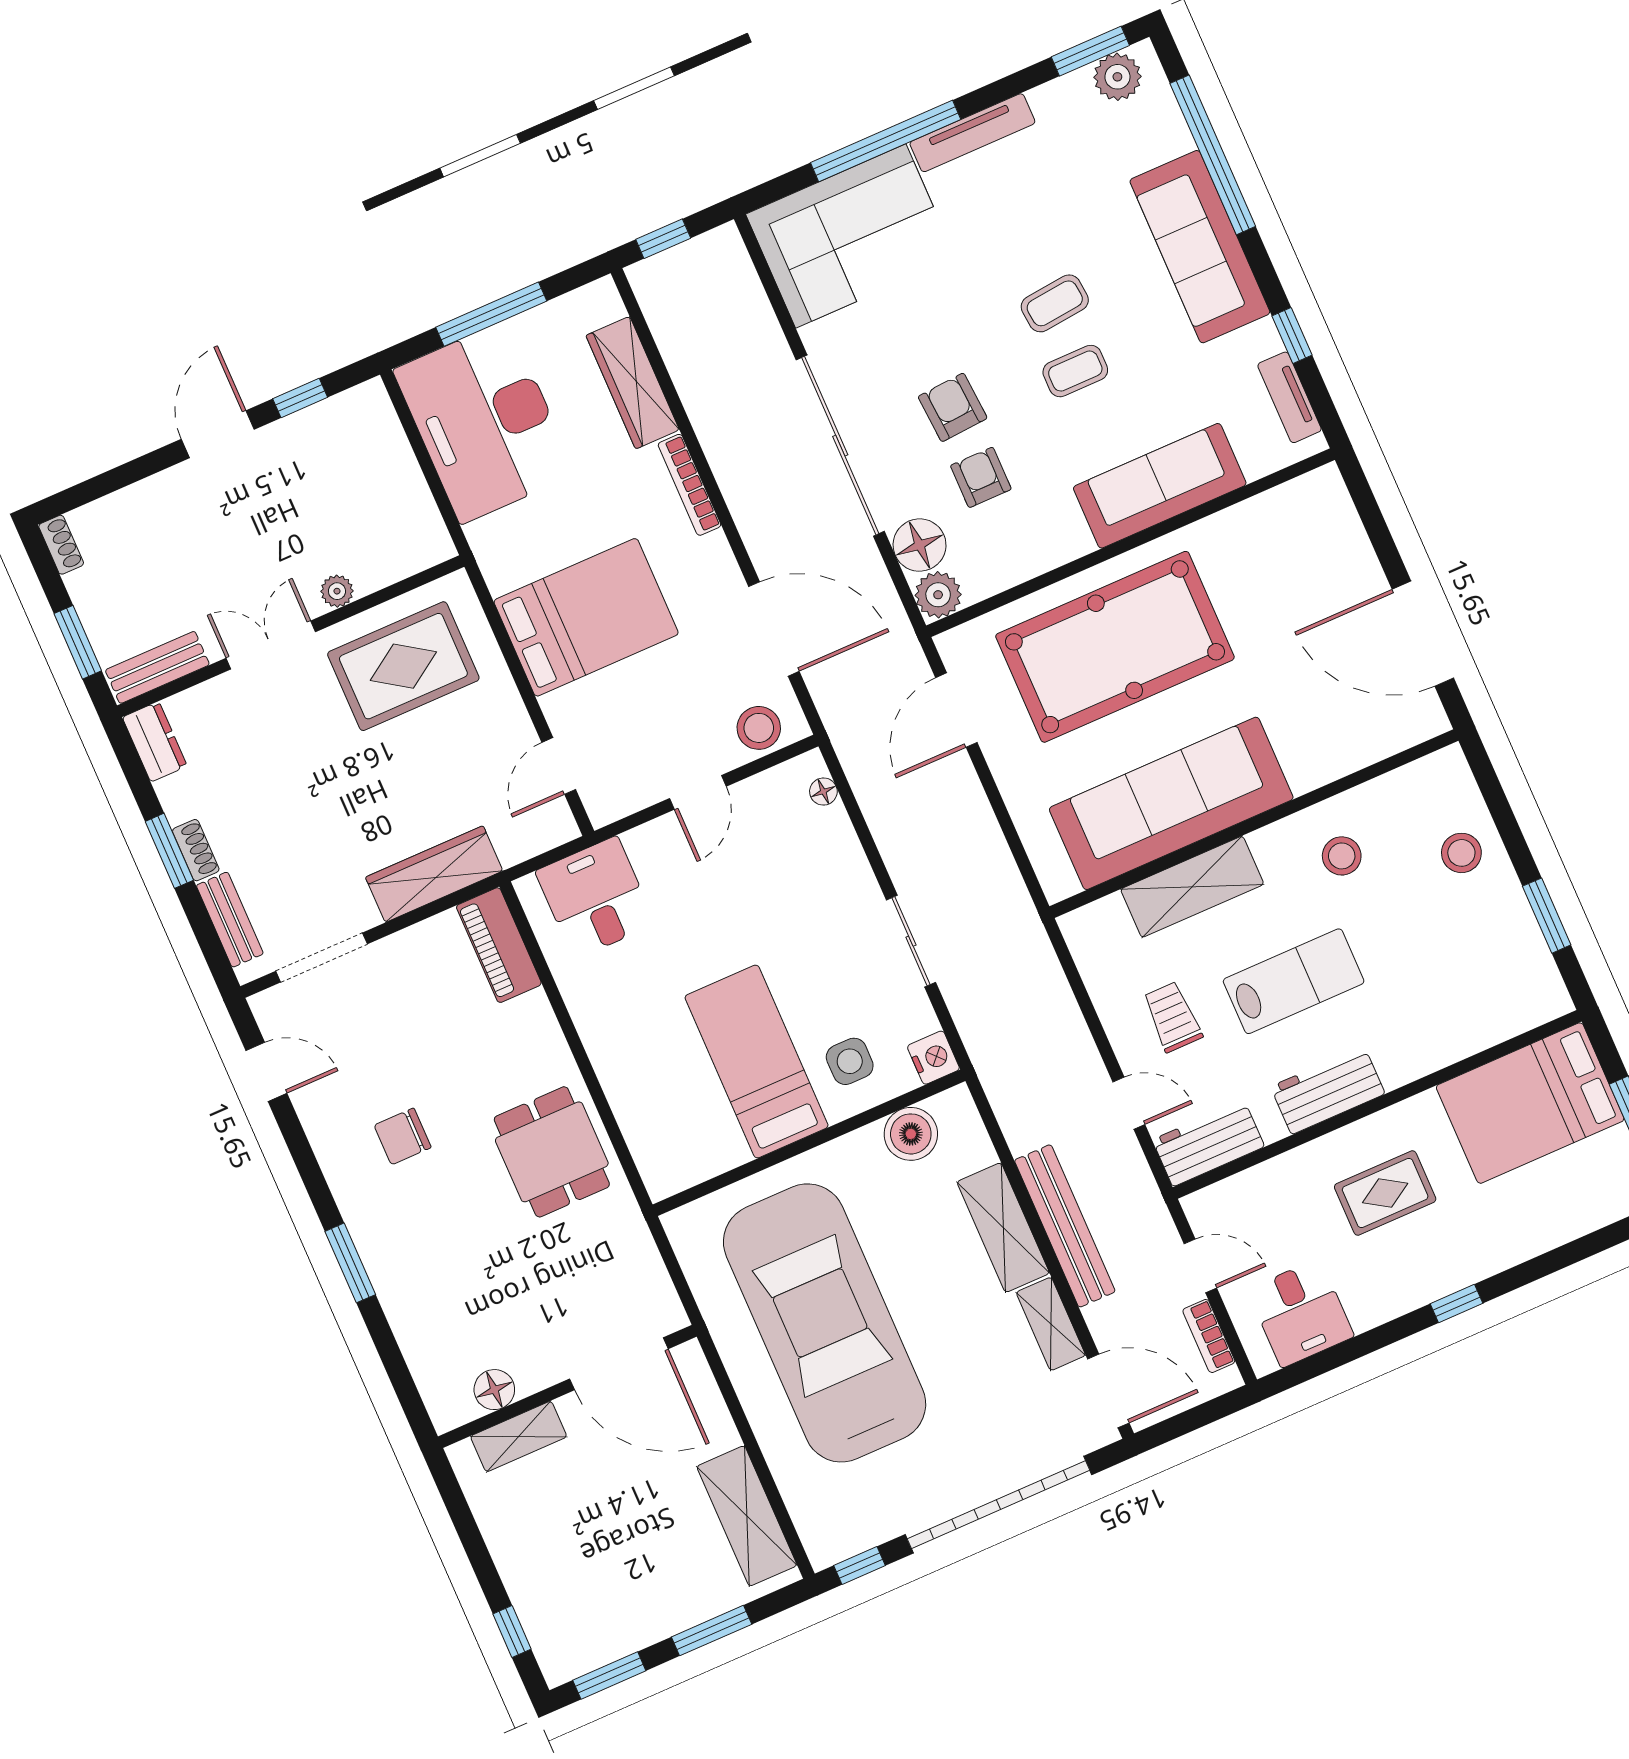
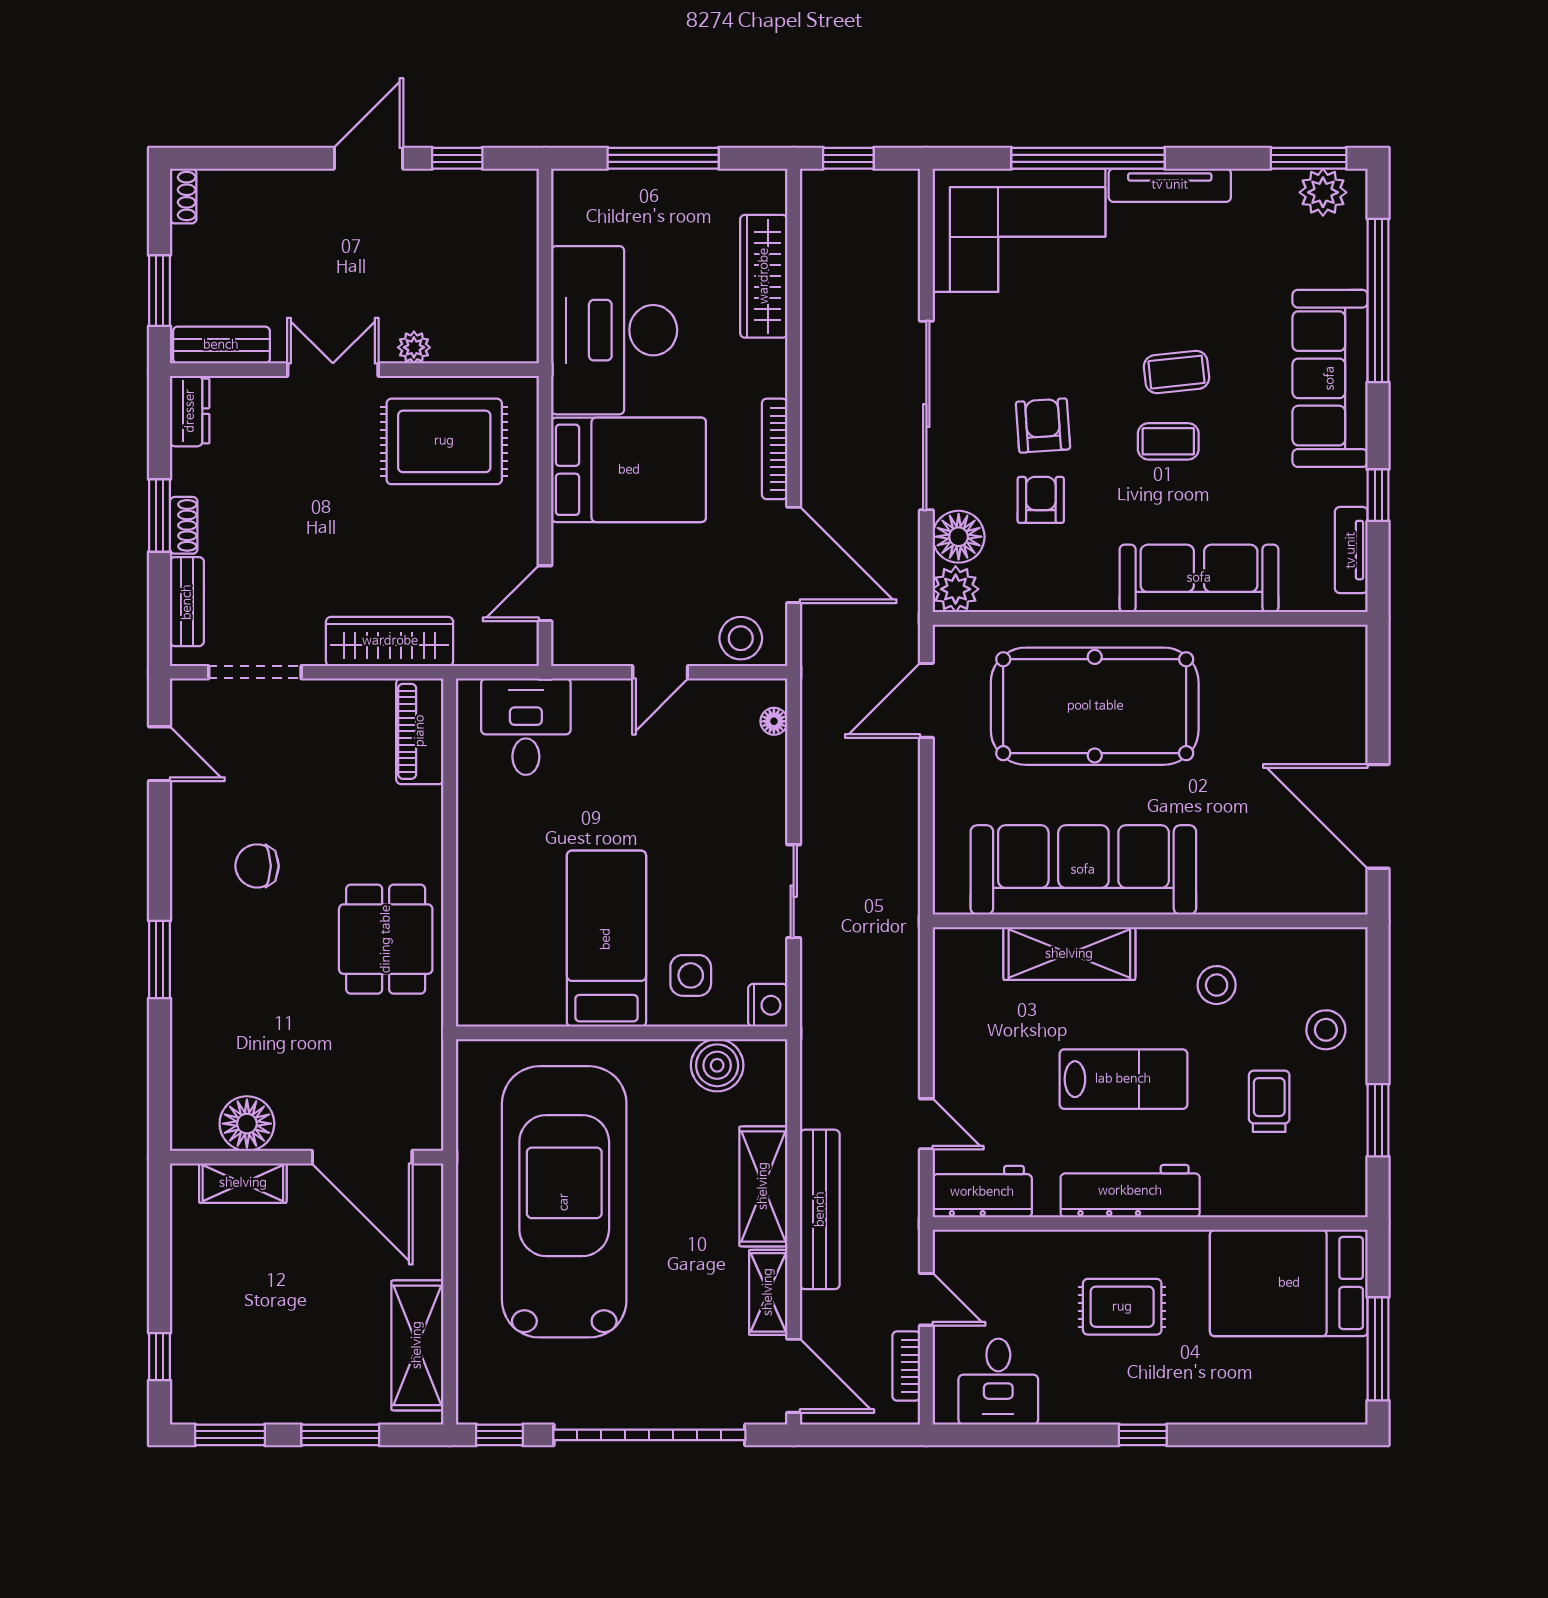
desk: (484, 422) -> (614, 330), moved
bookcase: (690, 485) -> (775, 449), moved
trolley: (1172, 1017) -> (1269, 1101), moved
workbench: (1328, 1090) -> (1130, 1191), width x1.38
floor lamp: (494, 1390) -> (247, 1124), width x1.38, depth x1.38

